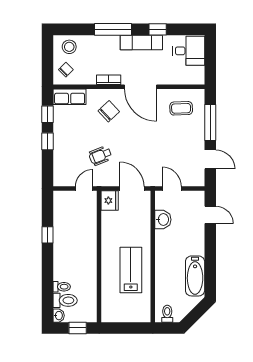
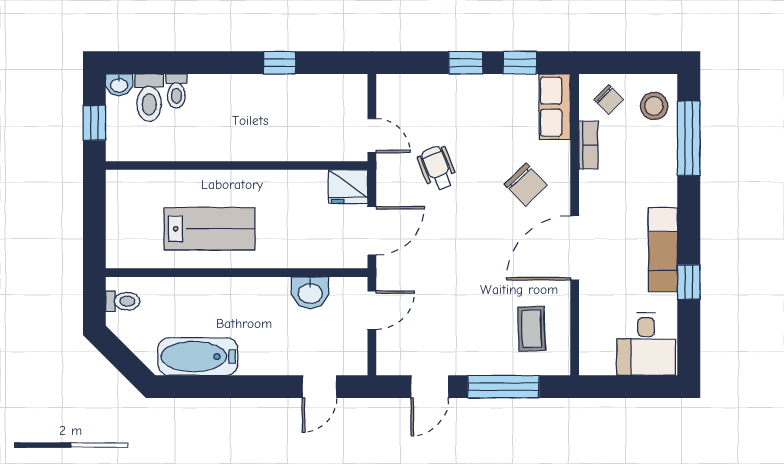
window: (113, 29) -> (689, 138), moved
bookcase: (109, 80) -> (588, 145), moved

